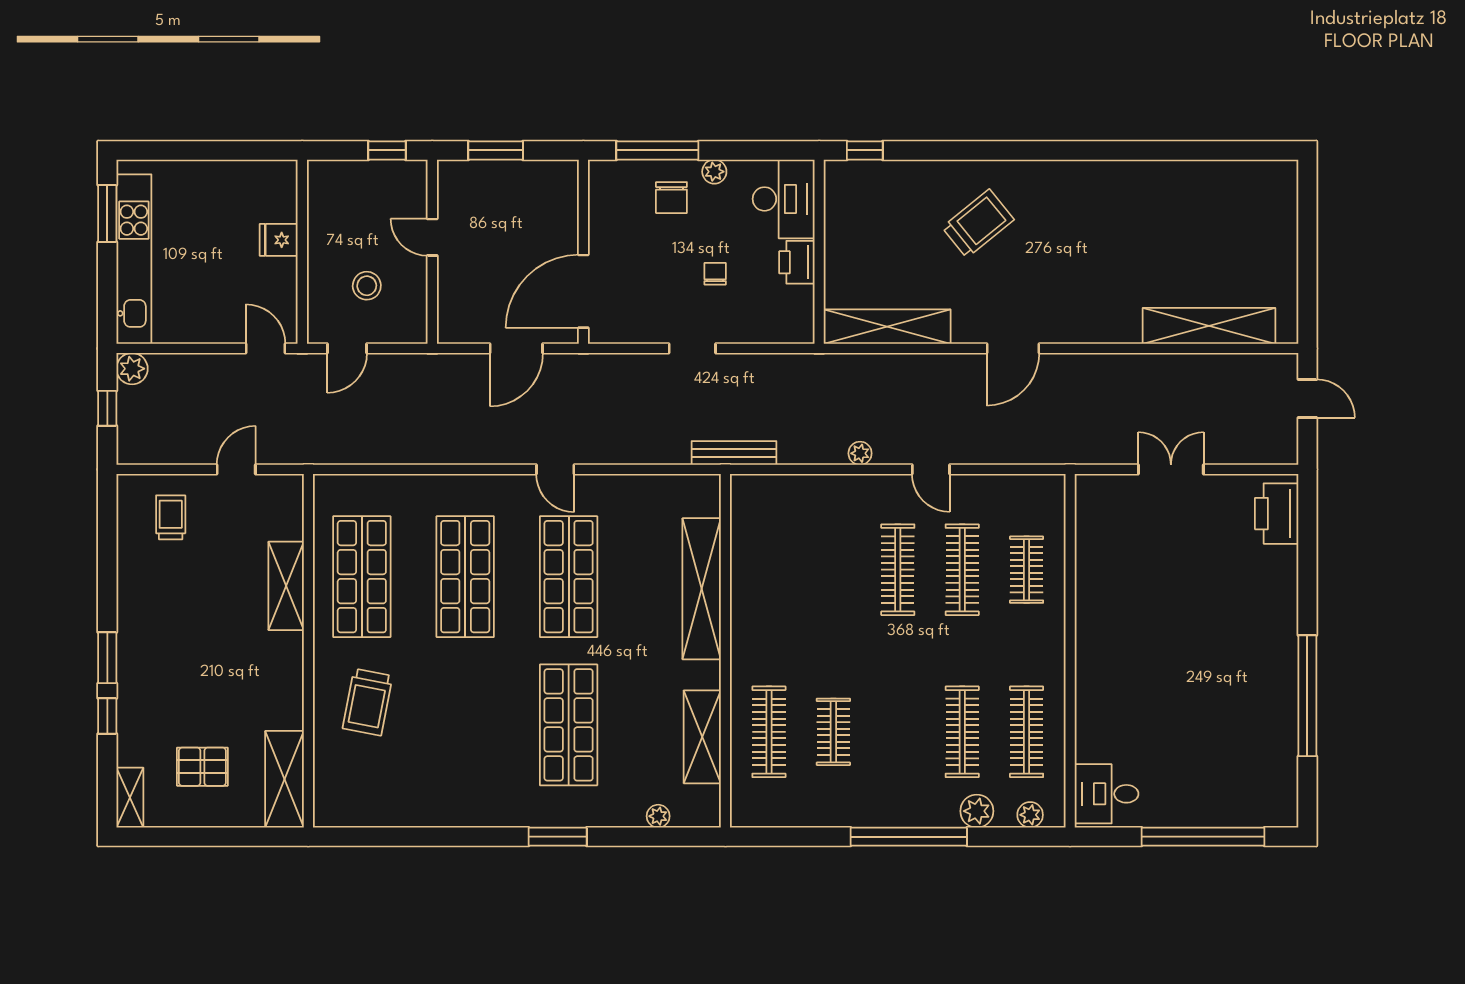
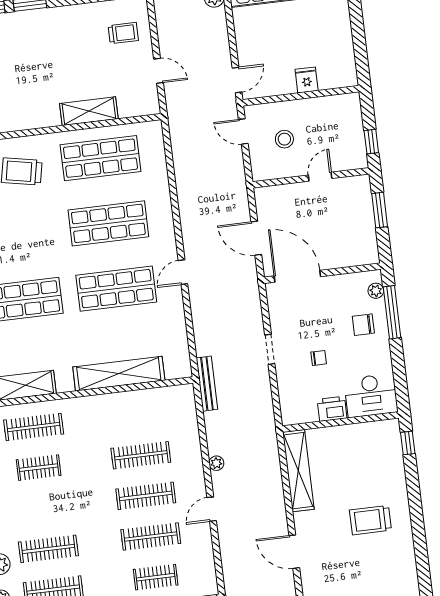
plant: (714, 172) -> (376, 291), moved
trolley: (978, 223) -> (370, 520), turned 129
clothes rail: (833, 570) -> (141, 455), added

